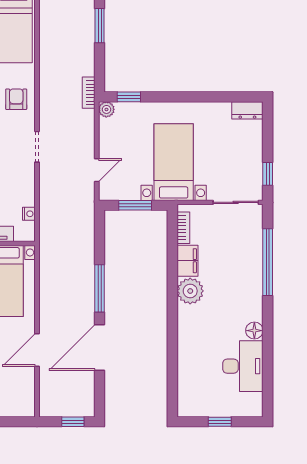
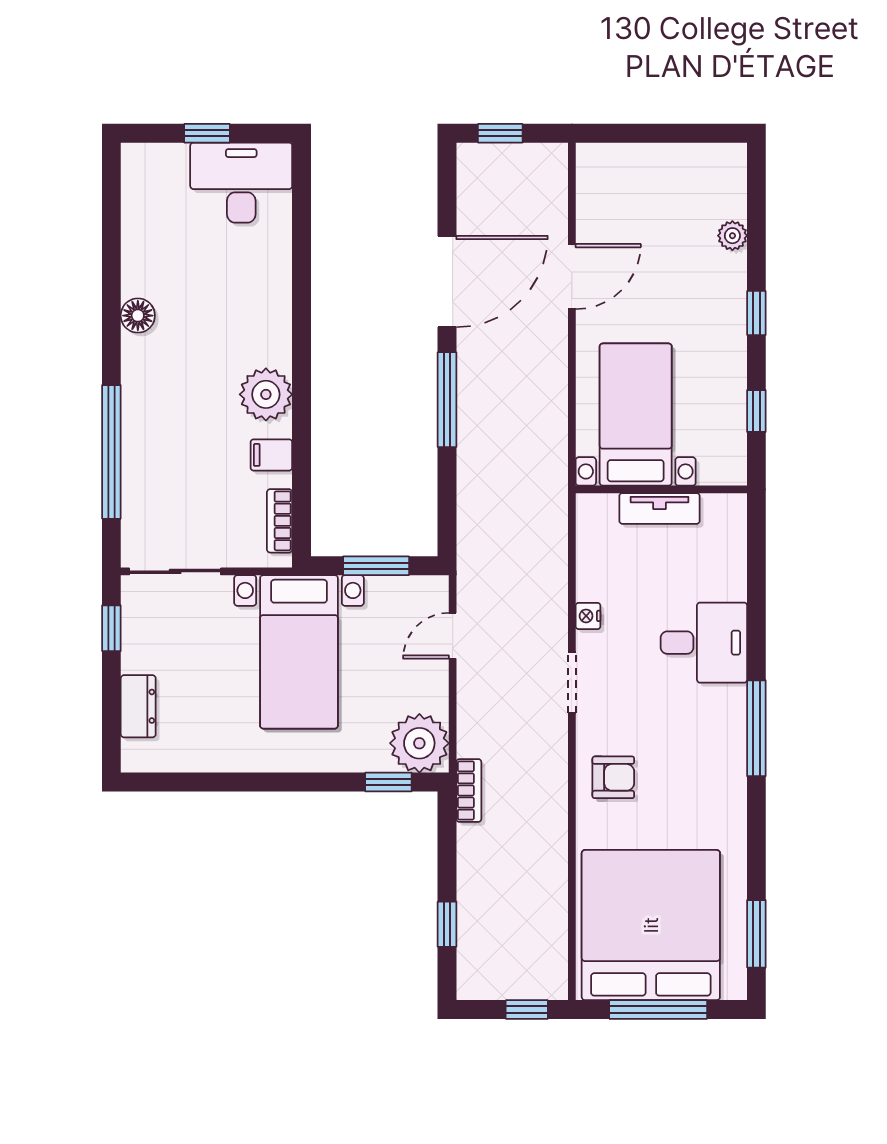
window: (100, 26) -> (447, 924), width x0.67
armchair: (16, 99) -> (613, 777), turned -90
plant: (106, 109) -> (419, 743), width x1.88, depth x1.88
dresser: (247, 110) -> (138, 706), moved, turned 90
nightstand: (29, 214) -> (588, 616), moved
filing cabinet: (187, 261) -> (271, 455), width x0.50
desk: (243, 366) -> (241, 183), moved, turned 90

